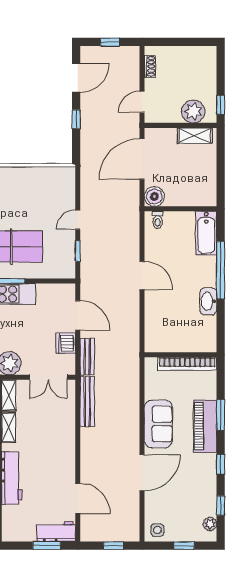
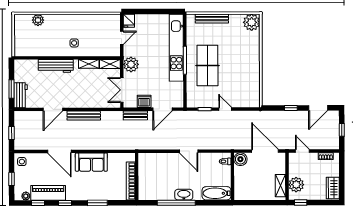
wardrobe: (198, 56) -> (333, 188), added
door: (76, 78) -> (318, 108), hinge flipped
window: (221, 270) -> (176, 203), moved
door: (142, 275) -> (189, 151), hinge flipped
washbasin: (208, 301) -> (184, 195), moved
bench: (87, 402) -> (84, 116), moved
piano: (205, 426) -> (48, 193), moved
door: (78, 499) -> (53, 109), moved

